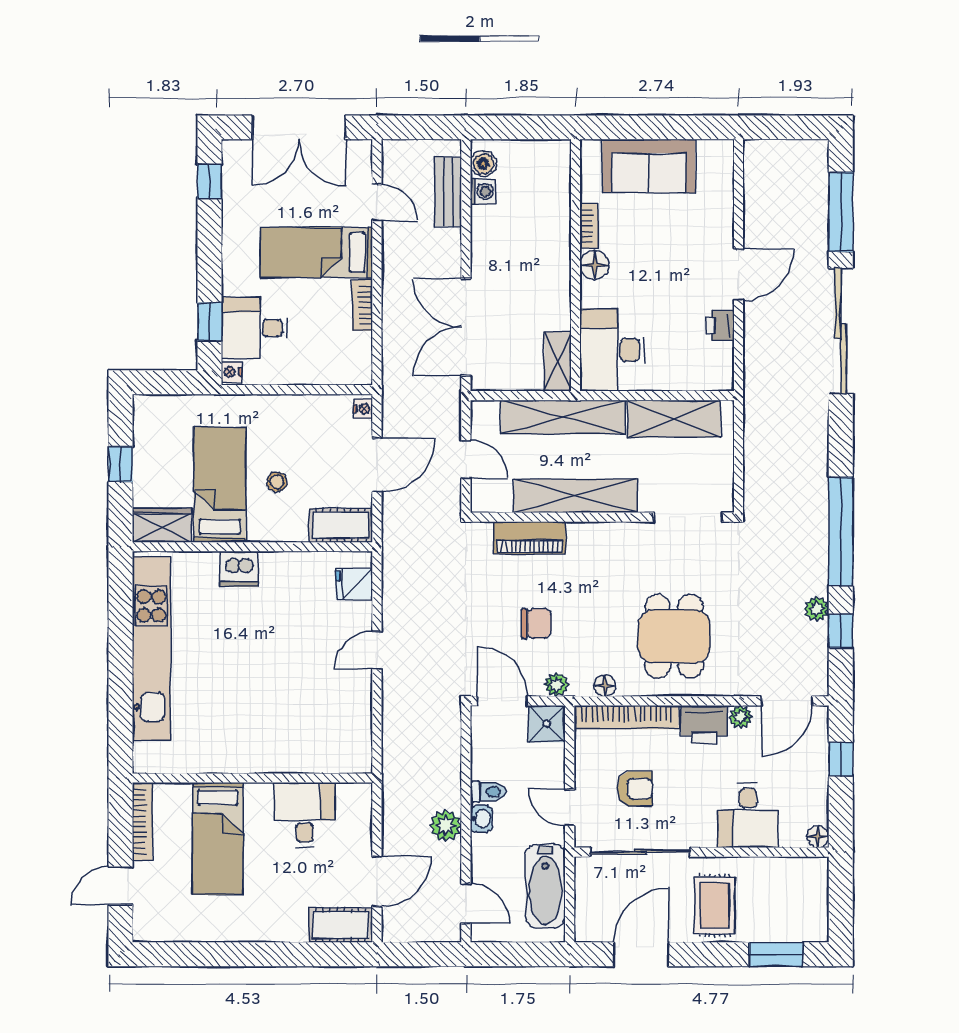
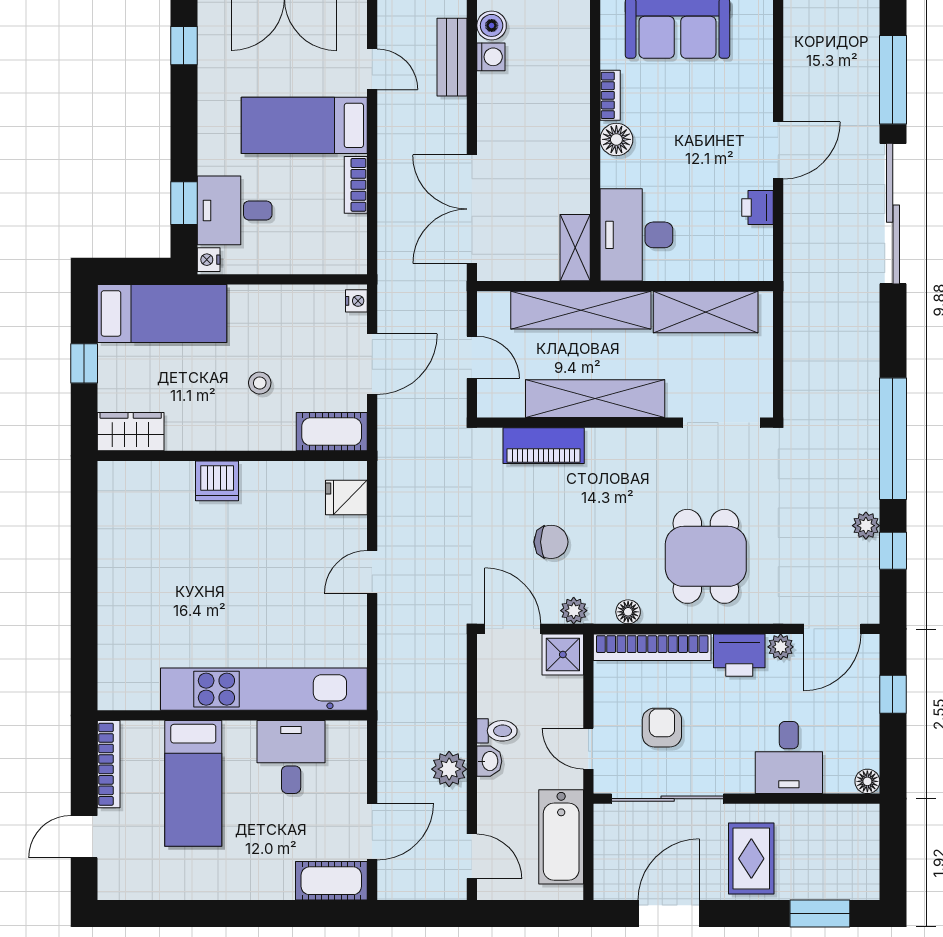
bed: (220, 485) -> (162, 313), moved, turned 90
kitchen unit: (151, 648) -> (264, 689), moved, turned -90
armchair: (635, 789) -> (662, 728), turned -90

